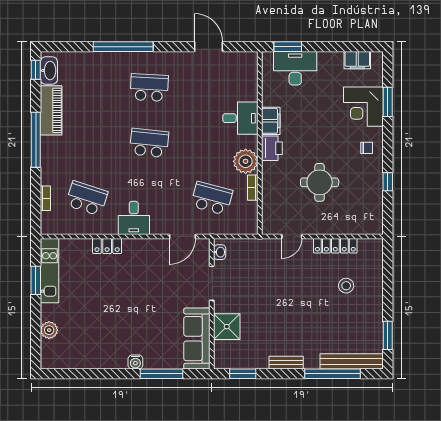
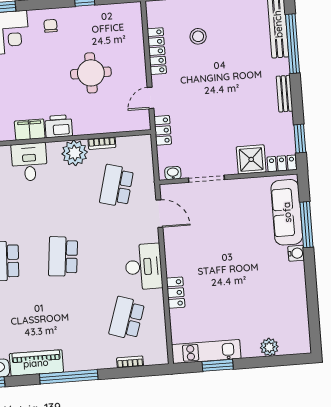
desk: (134, 218) -> (144, 267), width x1.37
door: (292, 237) -> (150, 98), swing flipped
locker: (260, 246) -> (163, 130), added
sofa: (197, 339) -> (287, 212), moved, turned 90
locker: (221, 355) -> (282, 163), added

